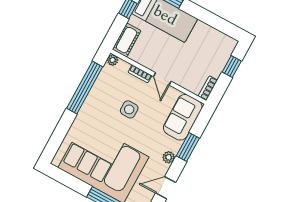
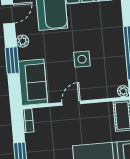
bookcase: (140, 74) -> (93, 95), removed
door: (162, 79) -> (71, 103), hinge flipped

